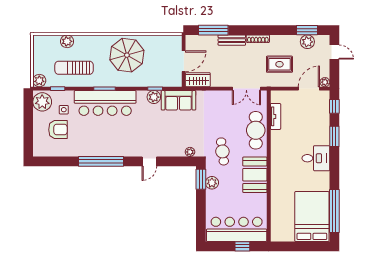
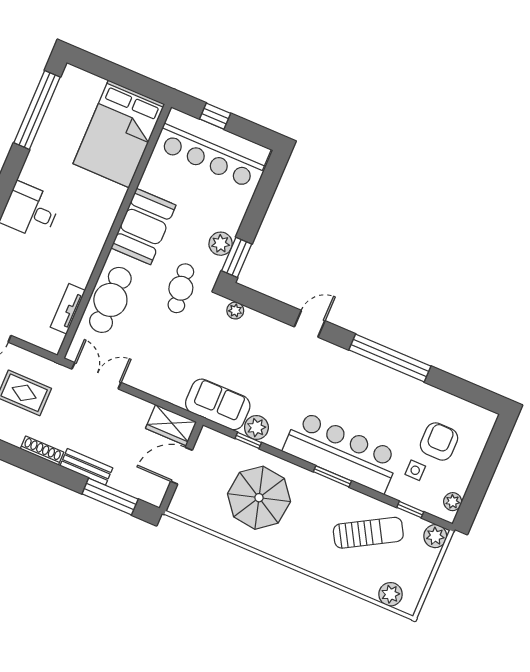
plant: (67, 41) -> (391, 594), moved
parasol: (127, 55) -> (259, 498), moved
sun lounger: (74, 68) -> (368, 533), turned -30
plant: (42, 102) -> (453, 502), width x0.53, depth x0.53
armchair: (58, 130) -> (439, 441), turned 90
bed: (312, 217) -> (119, 134), moved

